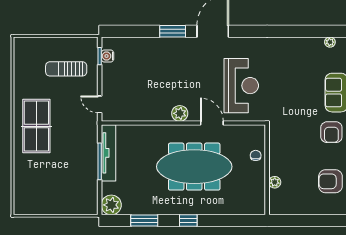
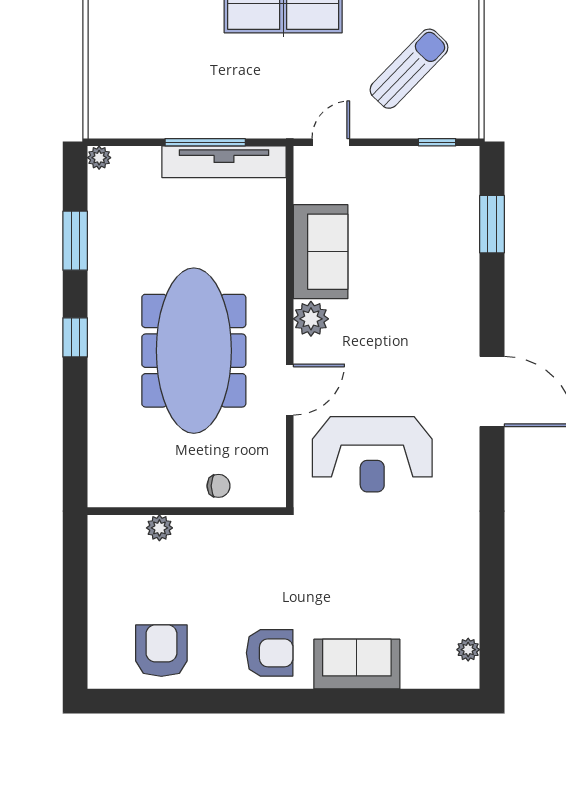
window: (173, 31) -> (492, 224), moved
water cooler: (107, 56) -> (437, 160), removed
sun lounger: (66, 69) -> (409, 69), turned 44
sofa: (149, 109) -> (321, 252), added
armchair: (331, 132) -> (270, 653), turned 180
plant: (111, 205) -> (99, 158), width x0.53, depth x0.53

